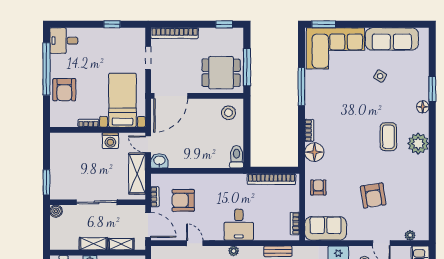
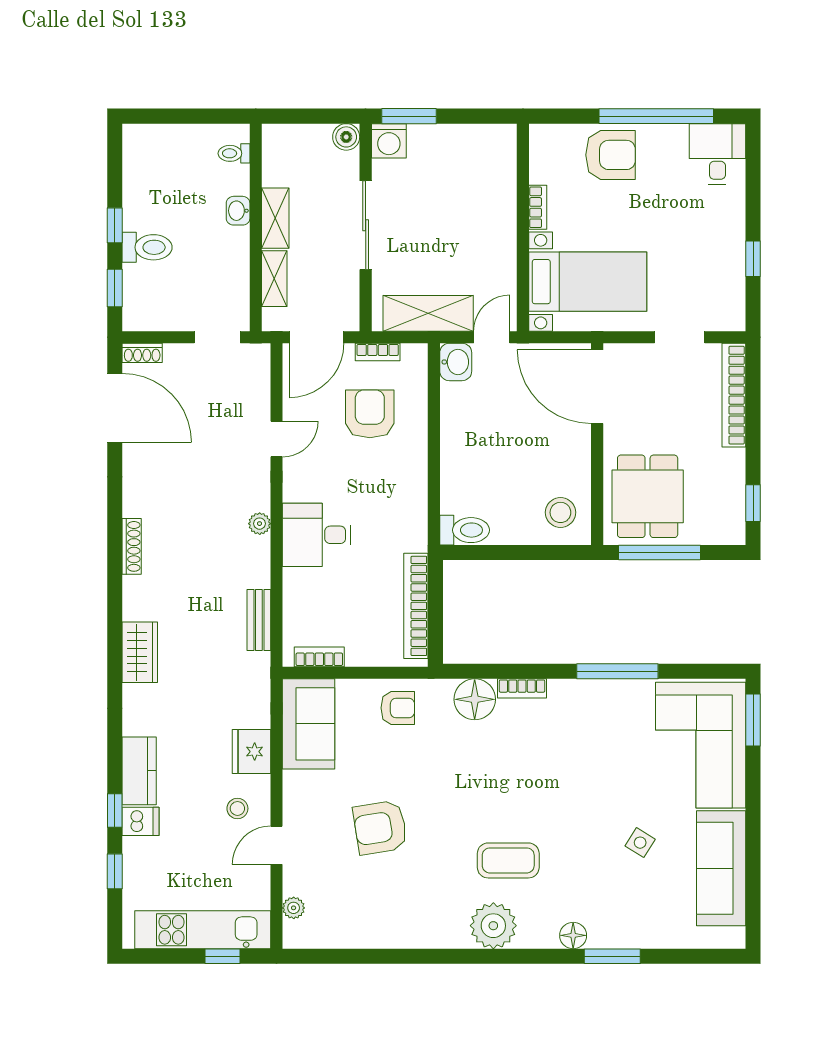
armchair: (64, 90) -> (611, 155), turned 180
washing machine: (110, 141) -> (389, 141), moved, turned -90

